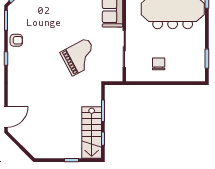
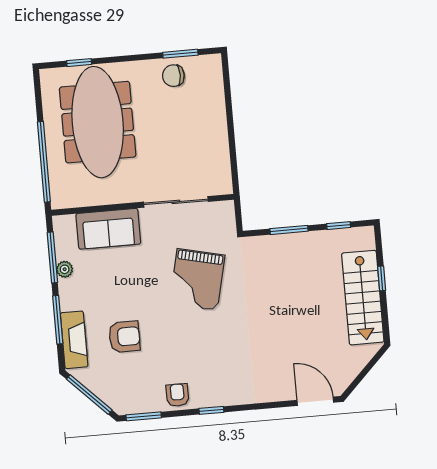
armchair: (51, 14) -> (124, 337), added
grand piano: (80, 57) -> (197, 279), turned -139
chair: (159, 64) -> (173, 76), moved
stairs: (92, 133) -> (363, 298), moved, turned 90

